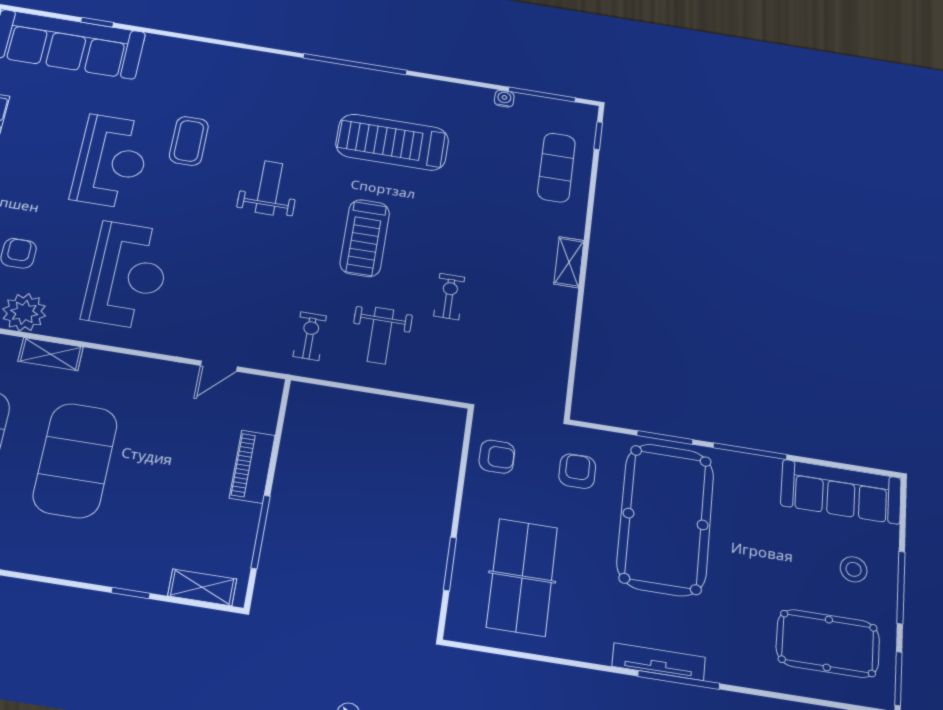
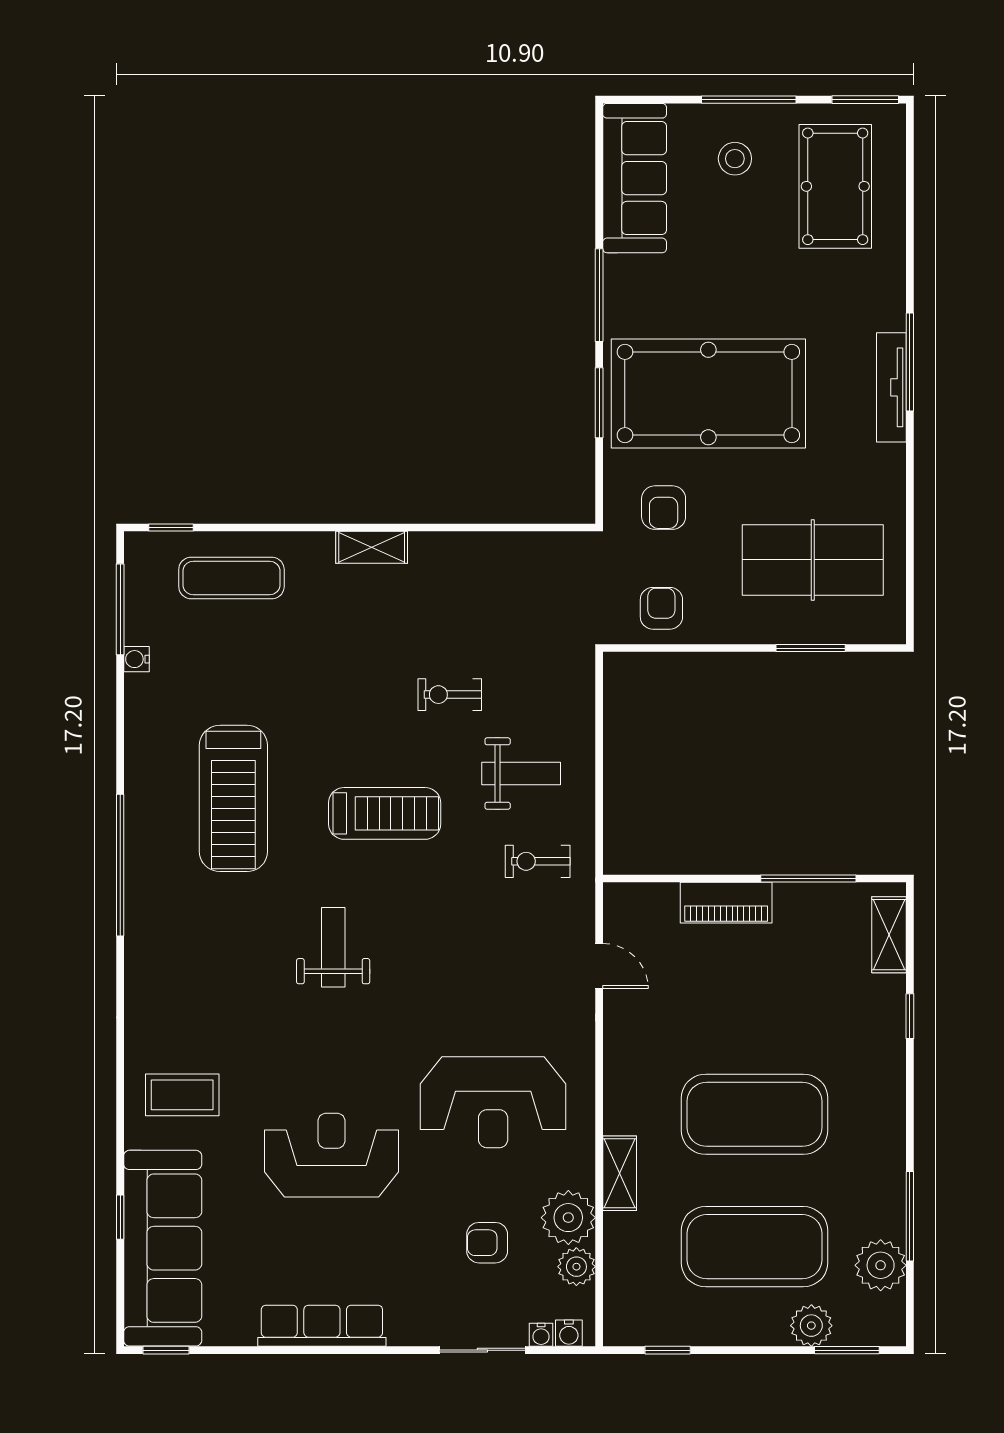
coffee table: (189, 141) -> (182, 1095), moved
weight bench: (269, 188) -> (333, 947), turned 90
reception desk: (127, 275) -> (493, 1102), turned 180
armchair: (577, 471) -> (664, 508), turned -90

